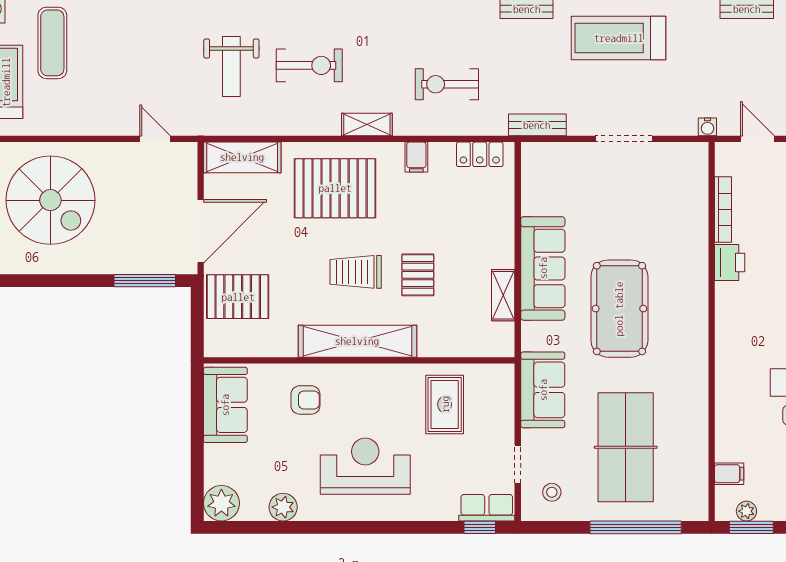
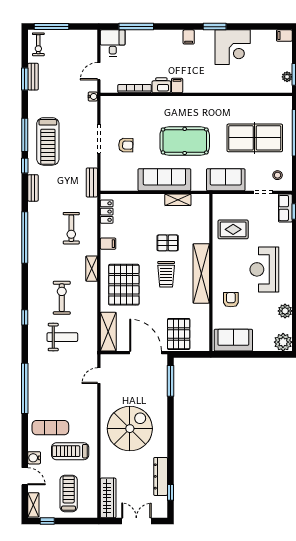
armchair: (611, 192) -> (126, 145), added
filing cabinet: (729, 474) -> (177, 86), moved

